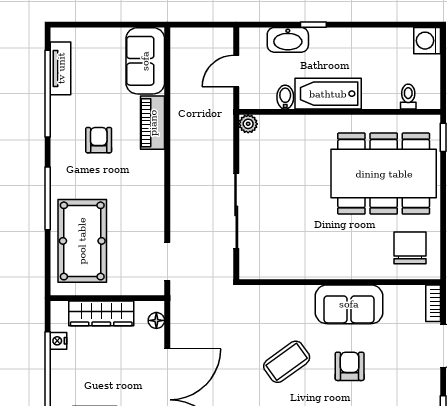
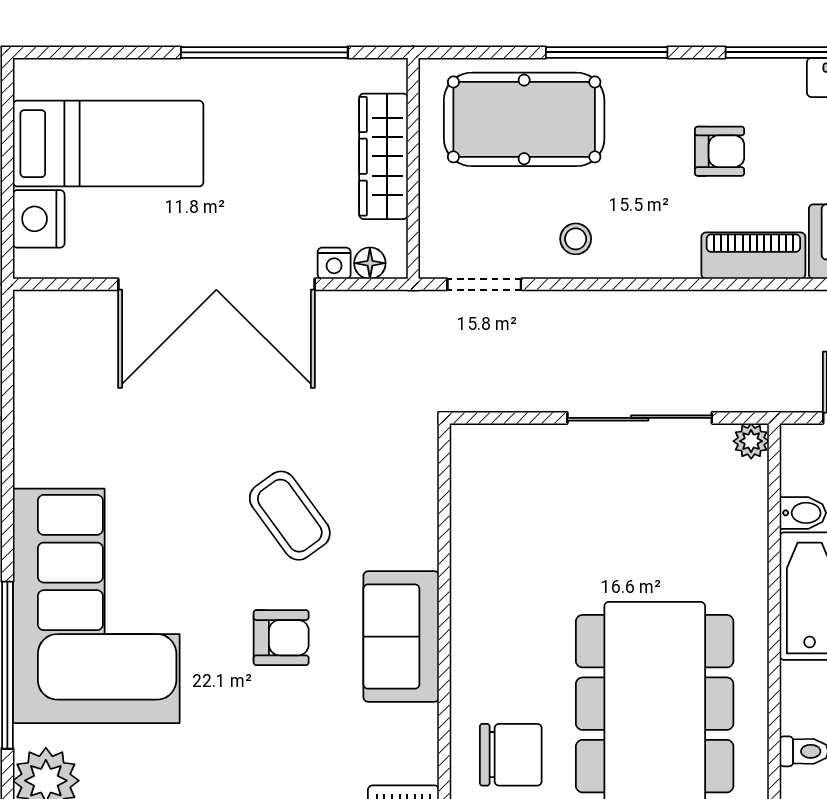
sliding door: (236, 211) -> (640, 418), moved
stool: (144, 214) -> (576, 239), added
nightstand: (58, 341) -> (334, 263), moved, turned 180

